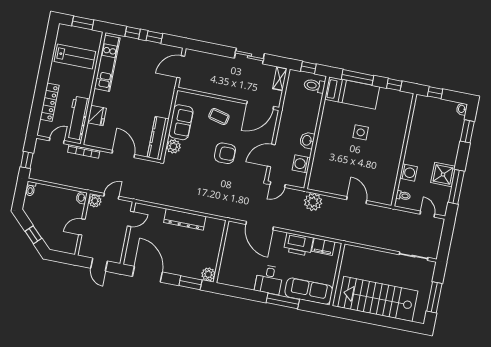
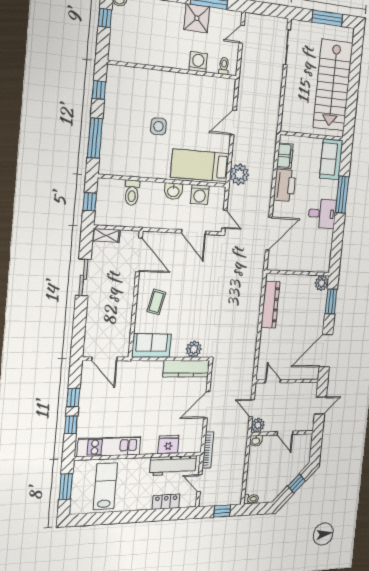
toilet: (314, 86) -> (132, 193), moved
bed: (352, 93) -> (200, 165), moved, turned -90
window: (435, 93) -> (105, 18), moved
locker: (49, 102) -> (166, 502), width x0.66
sofa: (181, 122) -> (152, 346), moved
armchair: (225, 153) -> (196, 287), removed
dresser: (185, 219) -> (270, 305), moved
sofa: (309, 291) -> (331, 159), width x0.73

